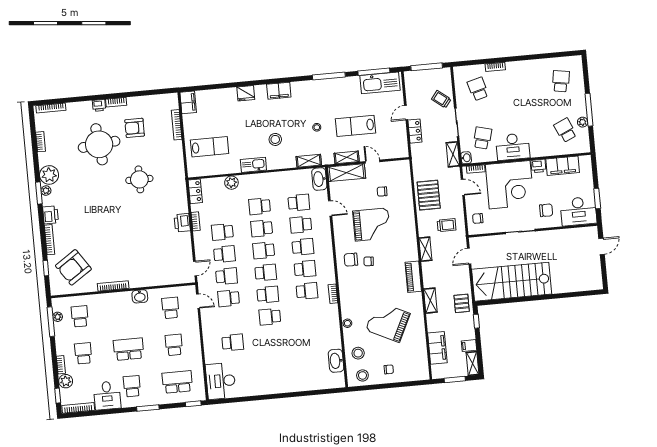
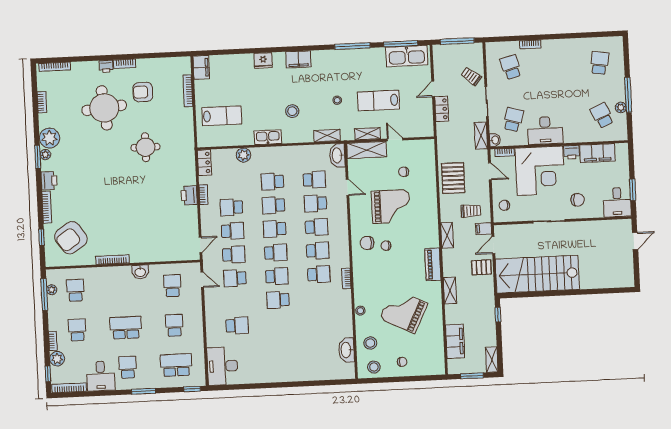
desk: (578, 211) -> (617, 202), width x0.73
pallet: (462, 303) -> (481, 267), moved, turned 90
filing cabinet: (469, 346) -> (484, 229), moved

